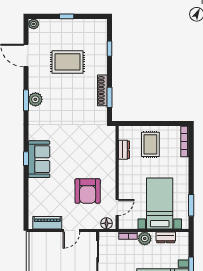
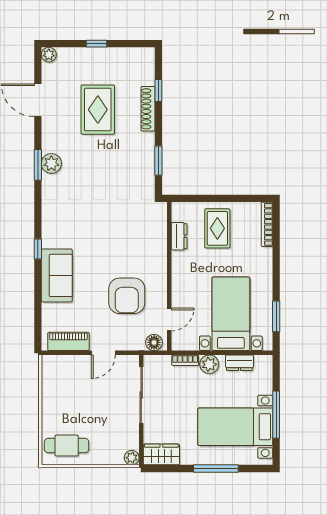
rug: (68, 62) -> (98, 110), turned 90
shoe rack: (102, 90) -> (148, 109), moved
sofa: (39, 159) -> (57, 275), moved

